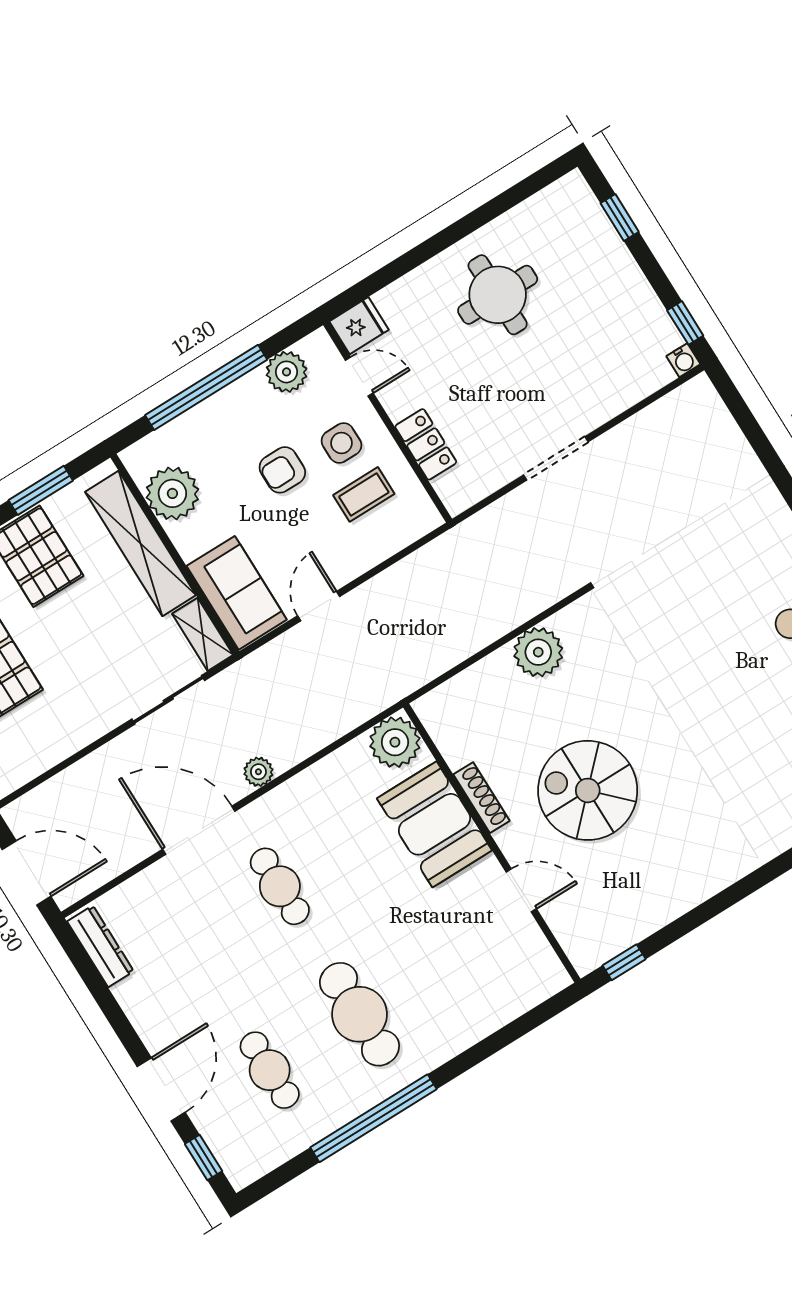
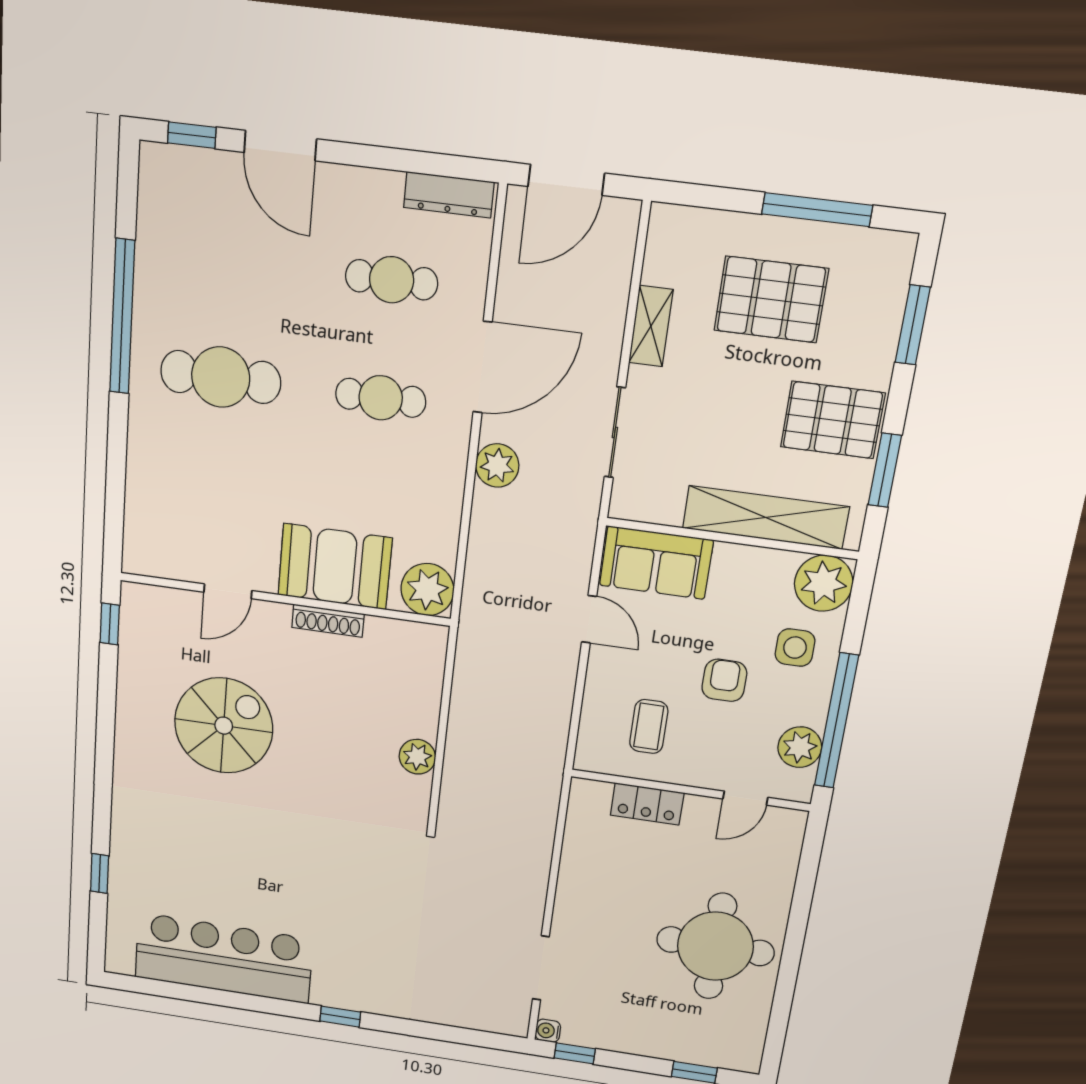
round table: (498, 295) -> (715, 946), width x1.36, depth x1.36
fridge: (359, 326) -> (785, 830), removed
window: (206, 387) -> (836, 721), moved
side table: (341, 443) -> (795, 648), moved
doorway: (556, 458) -> (541, 968), moved
plant: (172, 493) -> (824, 583), moved
shelving: (203, 634) -> (651, 326), moved, turned 90
plant: (538, 652) -> (417, 757), width x0.73, depth x0.73
plant: (258, 772) -> (497, 465), width x1.38, depth x1.38
spiral stairs: (588, 790) -> (224, 726), moved
cafe table: (270, 1070) -> (392, 280), moved

